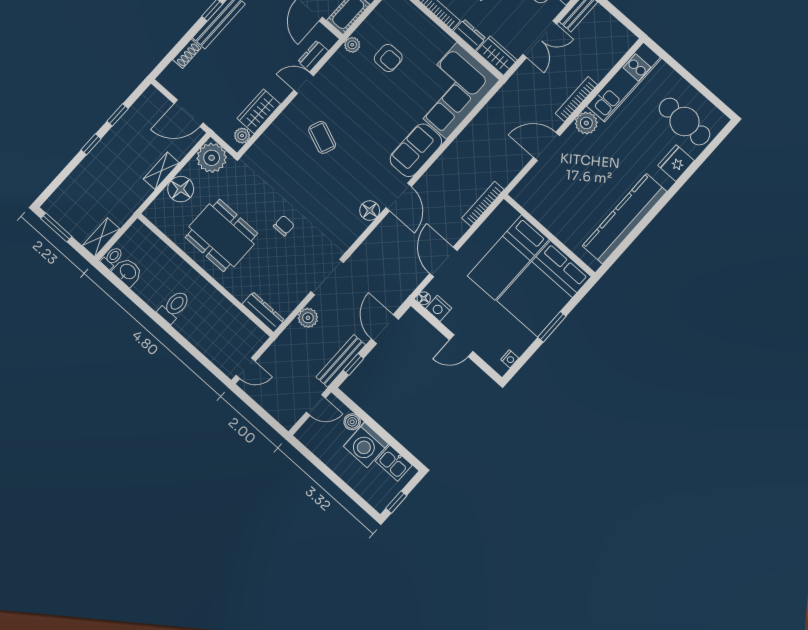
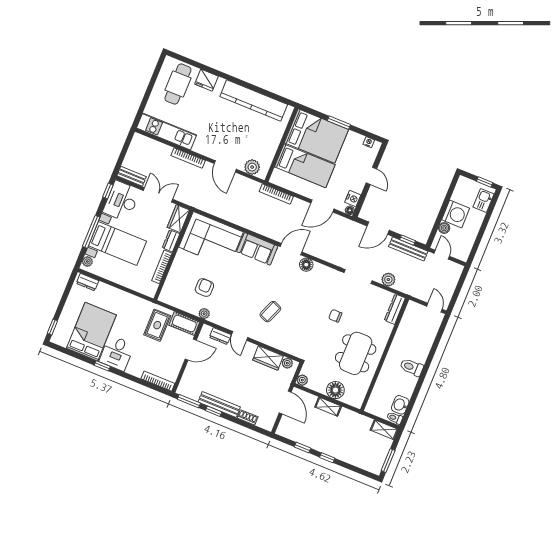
plant: (586, 123) -> (252, 167), moved
plant: (212, 158) -> (302, 380), width x0.53, depth x0.53
kitchen sink: (394, 463) -> (483, 200), moved, turned 180

